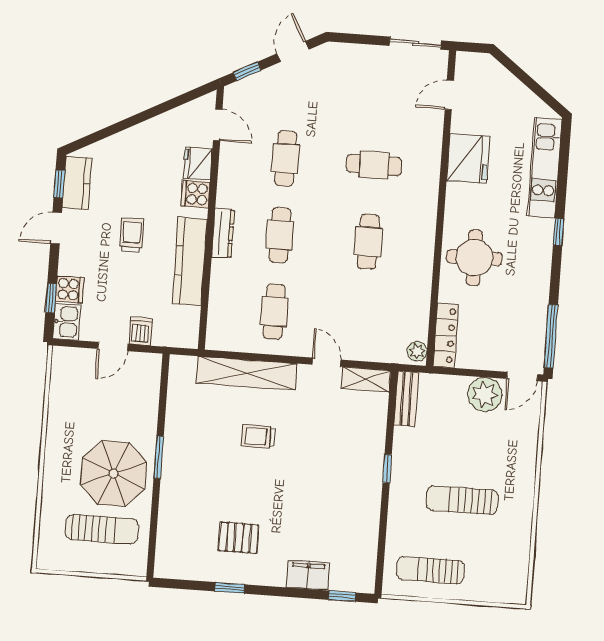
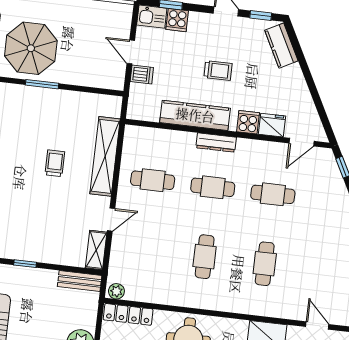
kitchen counter: (77, 183) -> (281, 46), moved, turned 62
cafe table: (368, 242) -> (205, 257), turned 90

